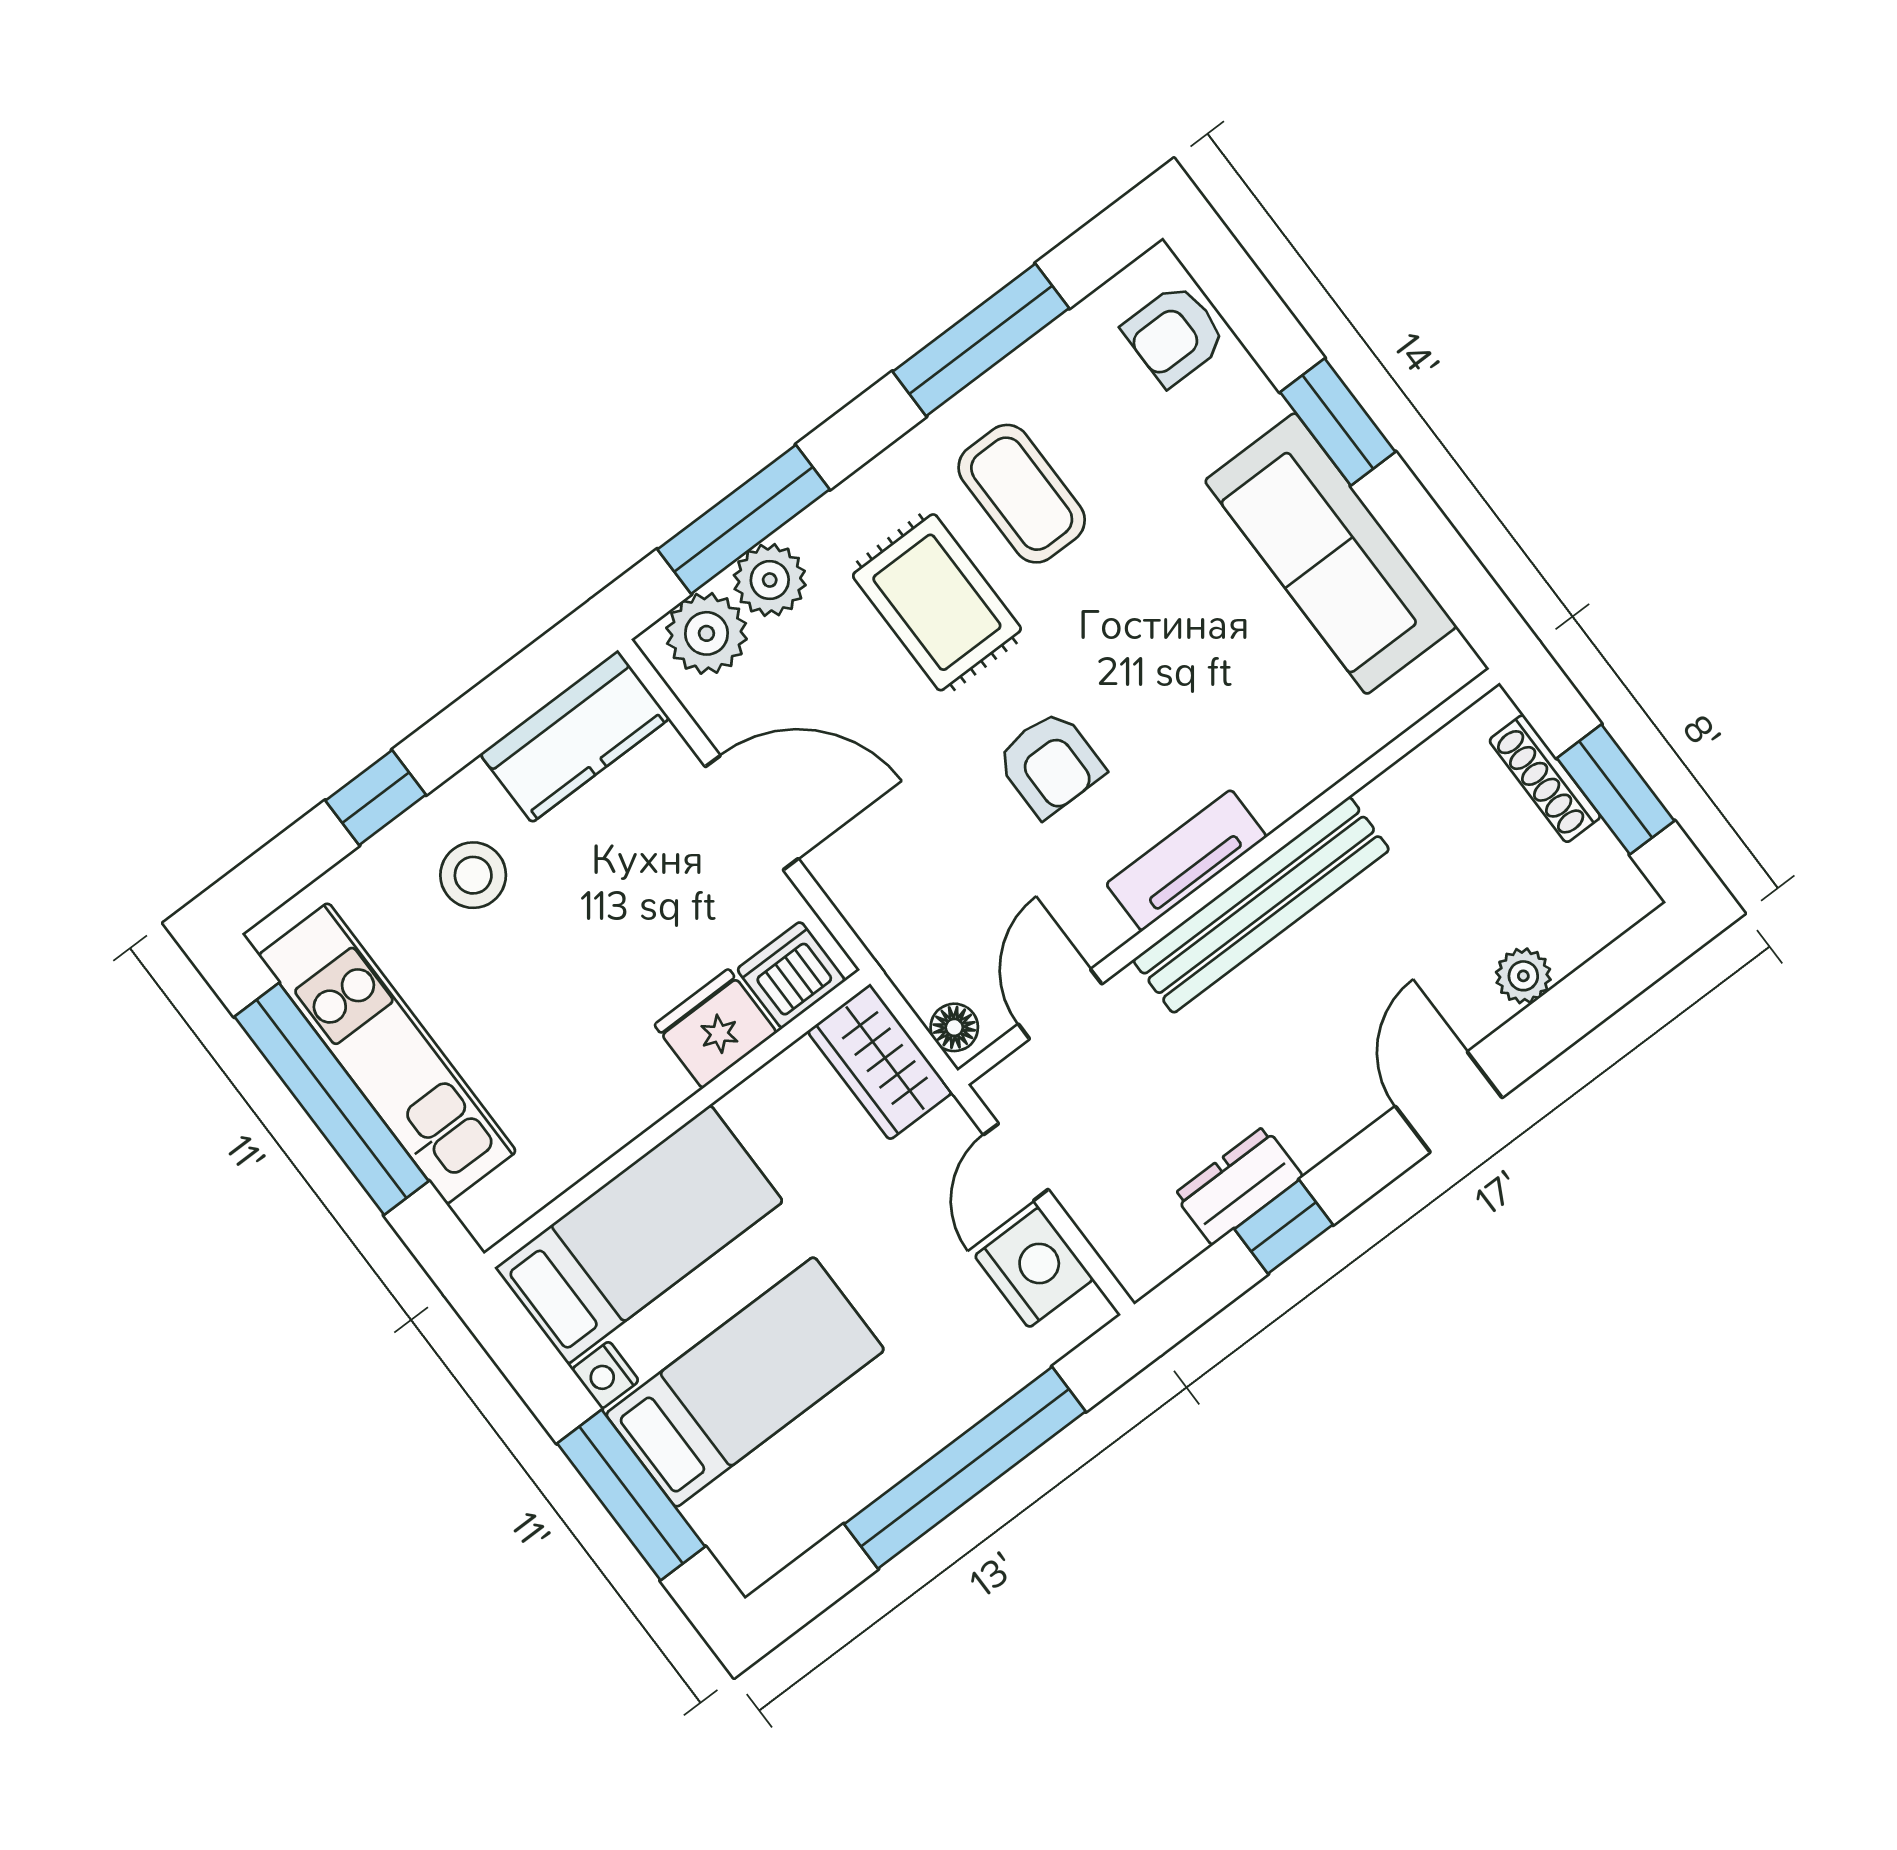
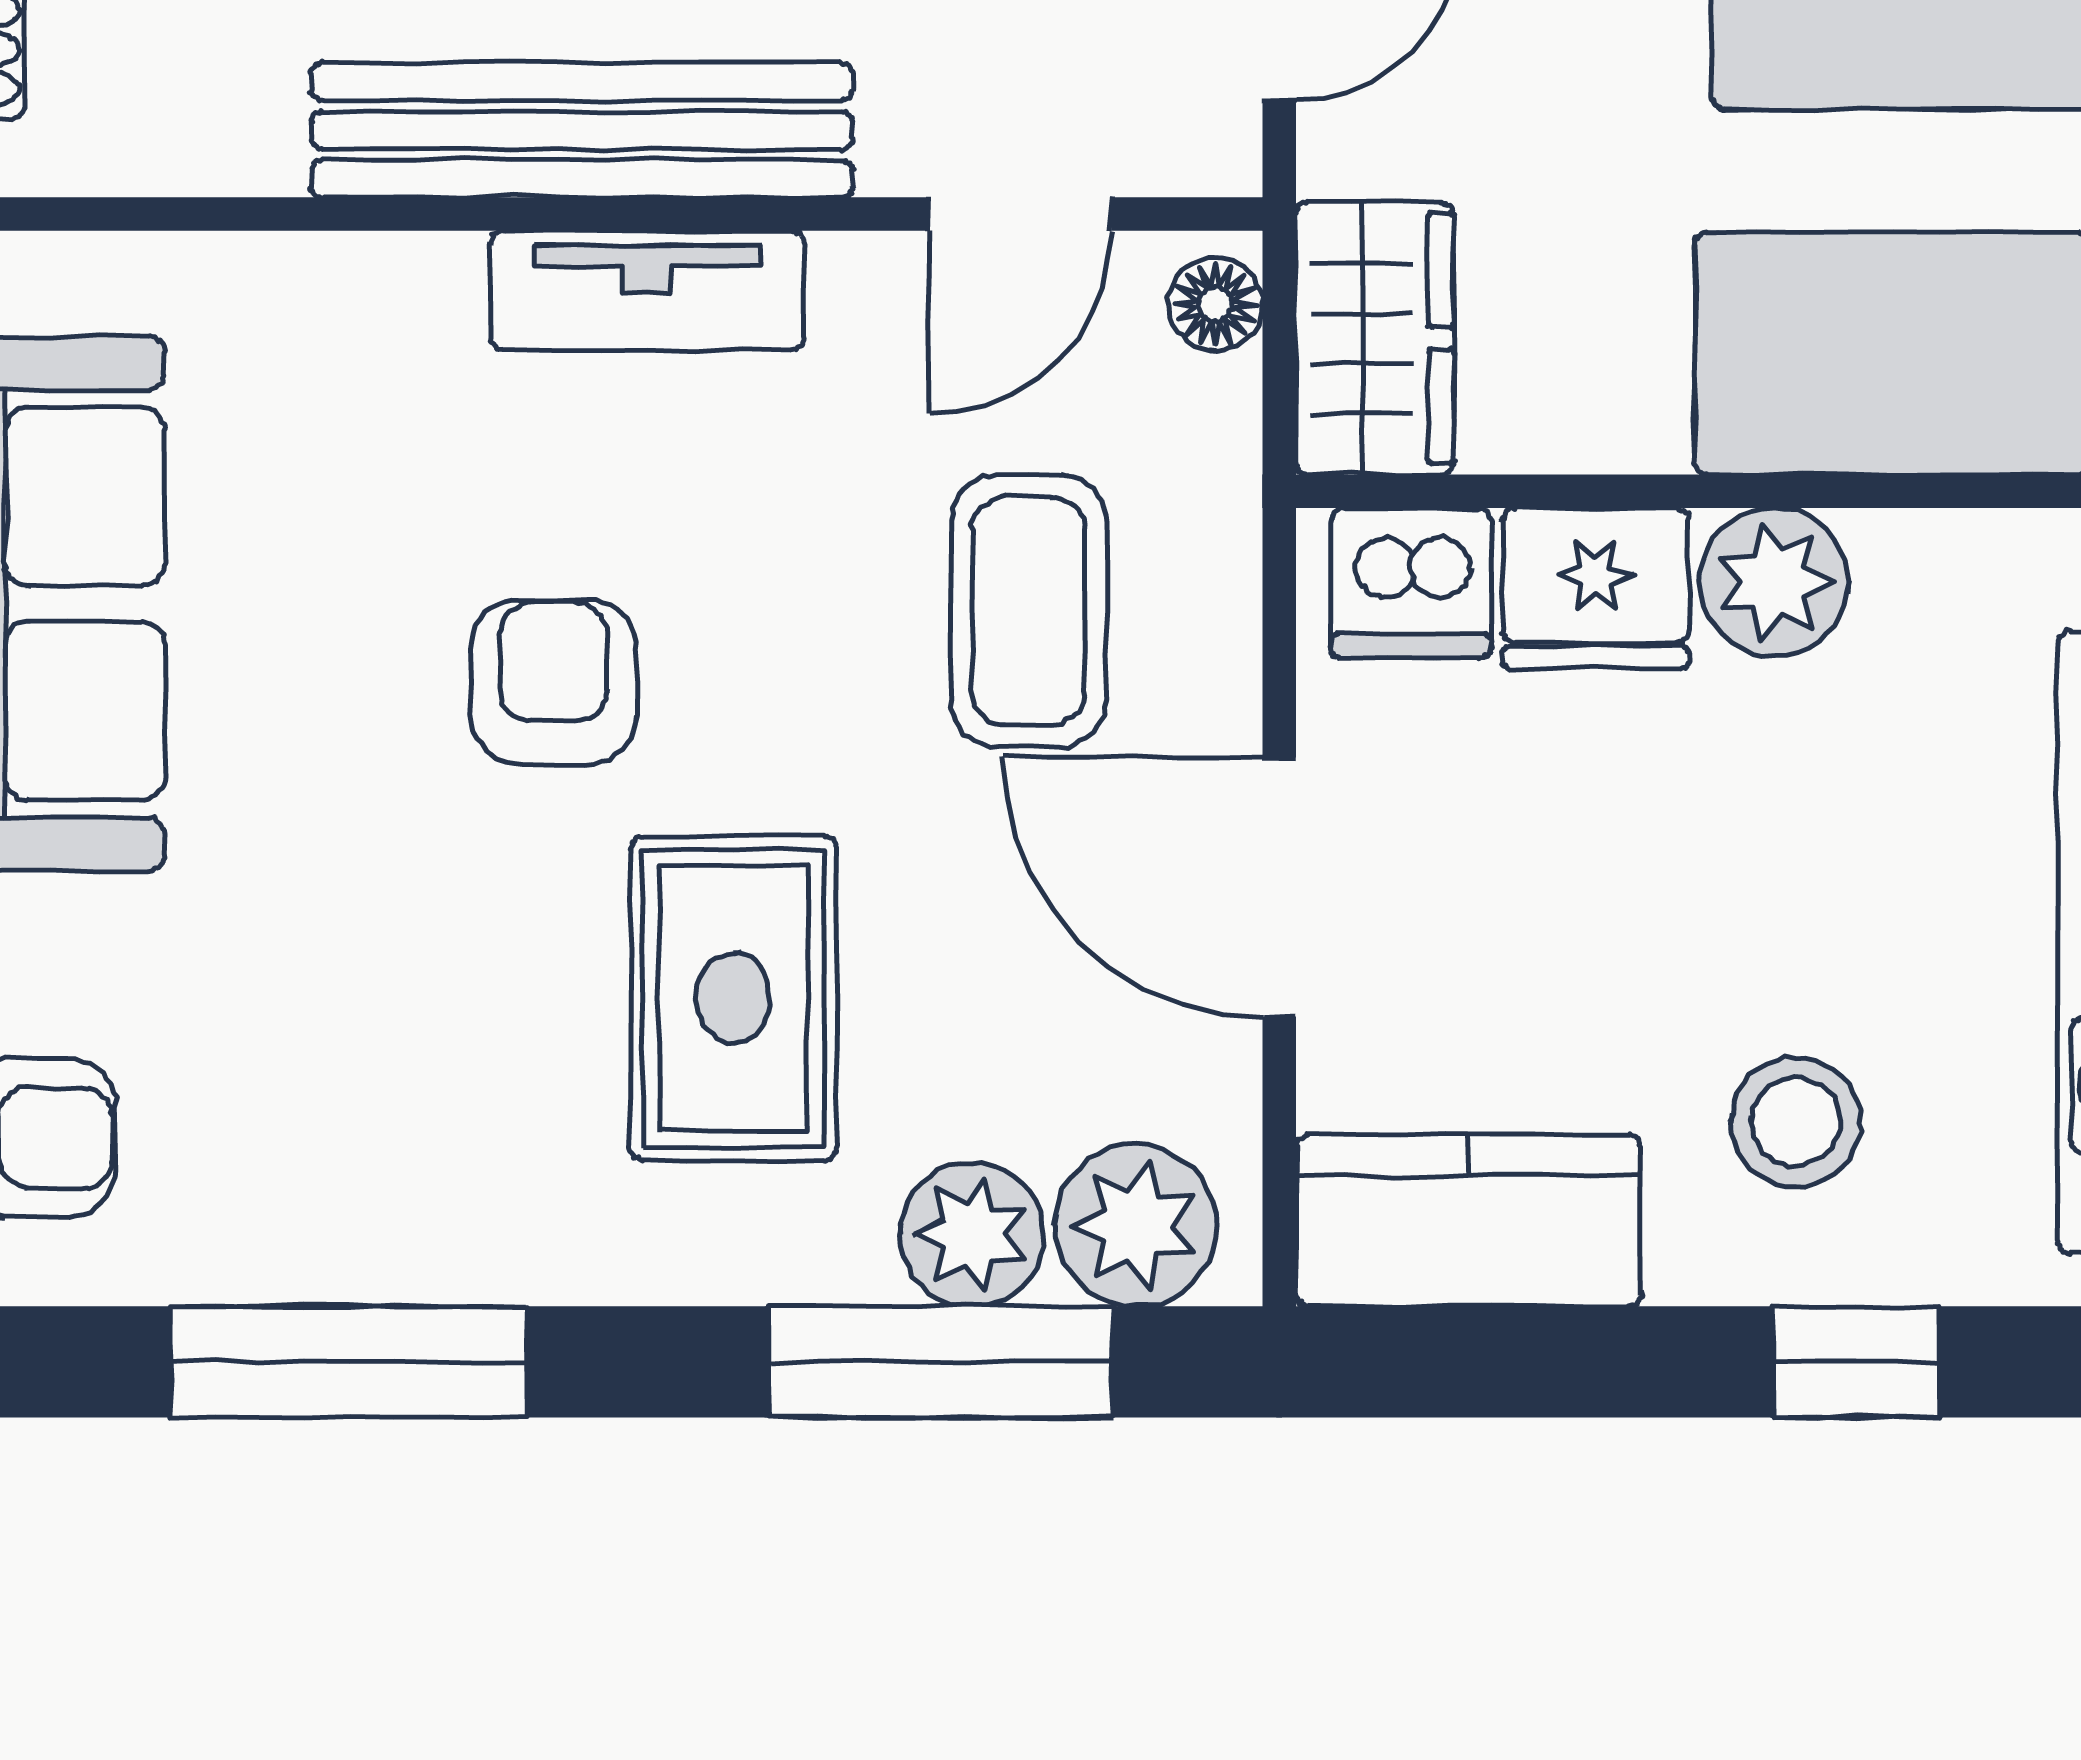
coffee table: (1022, 494) -> (1029, 611), moved
armchair: (1050, 764) -> (554, 682), moved
plant: (645, 1085) -> (1774, 582), added

